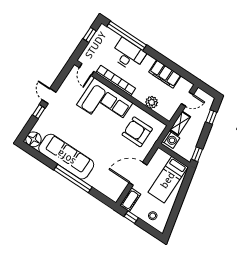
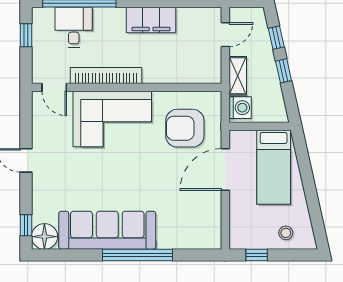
desk: (128, 55) -> (74, 27), moved, width x0.73
filing cabinet: (165, 74) -> (151, 20), moved
plant: (152, 102) -> (178, 73), removed
window: (39, 112) -> (26, 225), moved
window: (197, 154) -> (284, 71), moved
door: (138, 174) -> (225, 170), moved
cot: (130, 200) -> (239, 231), removed

